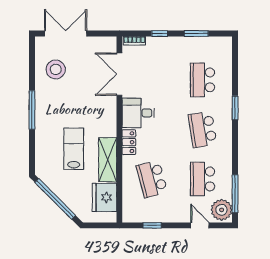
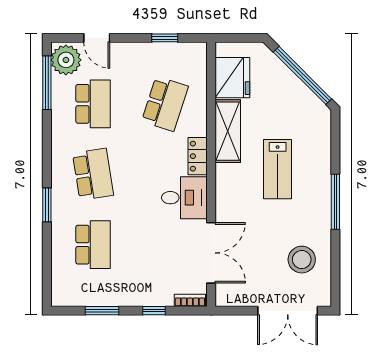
lab bench: (74, 149) -> (278, 169), moved
school desk: (152, 179) -> (165, 104), turned 33

